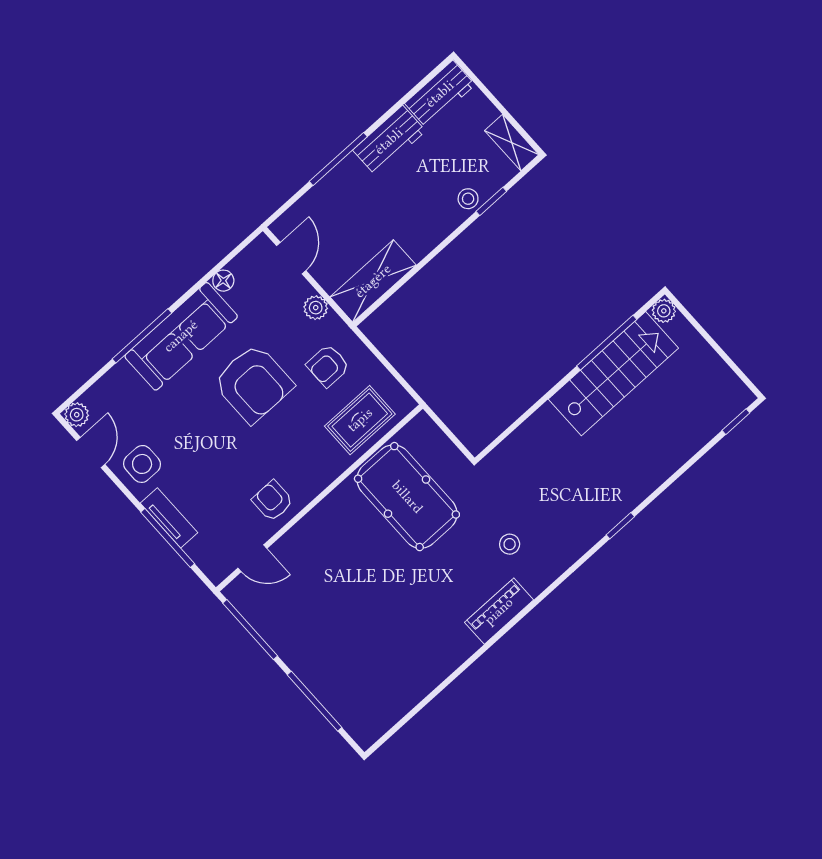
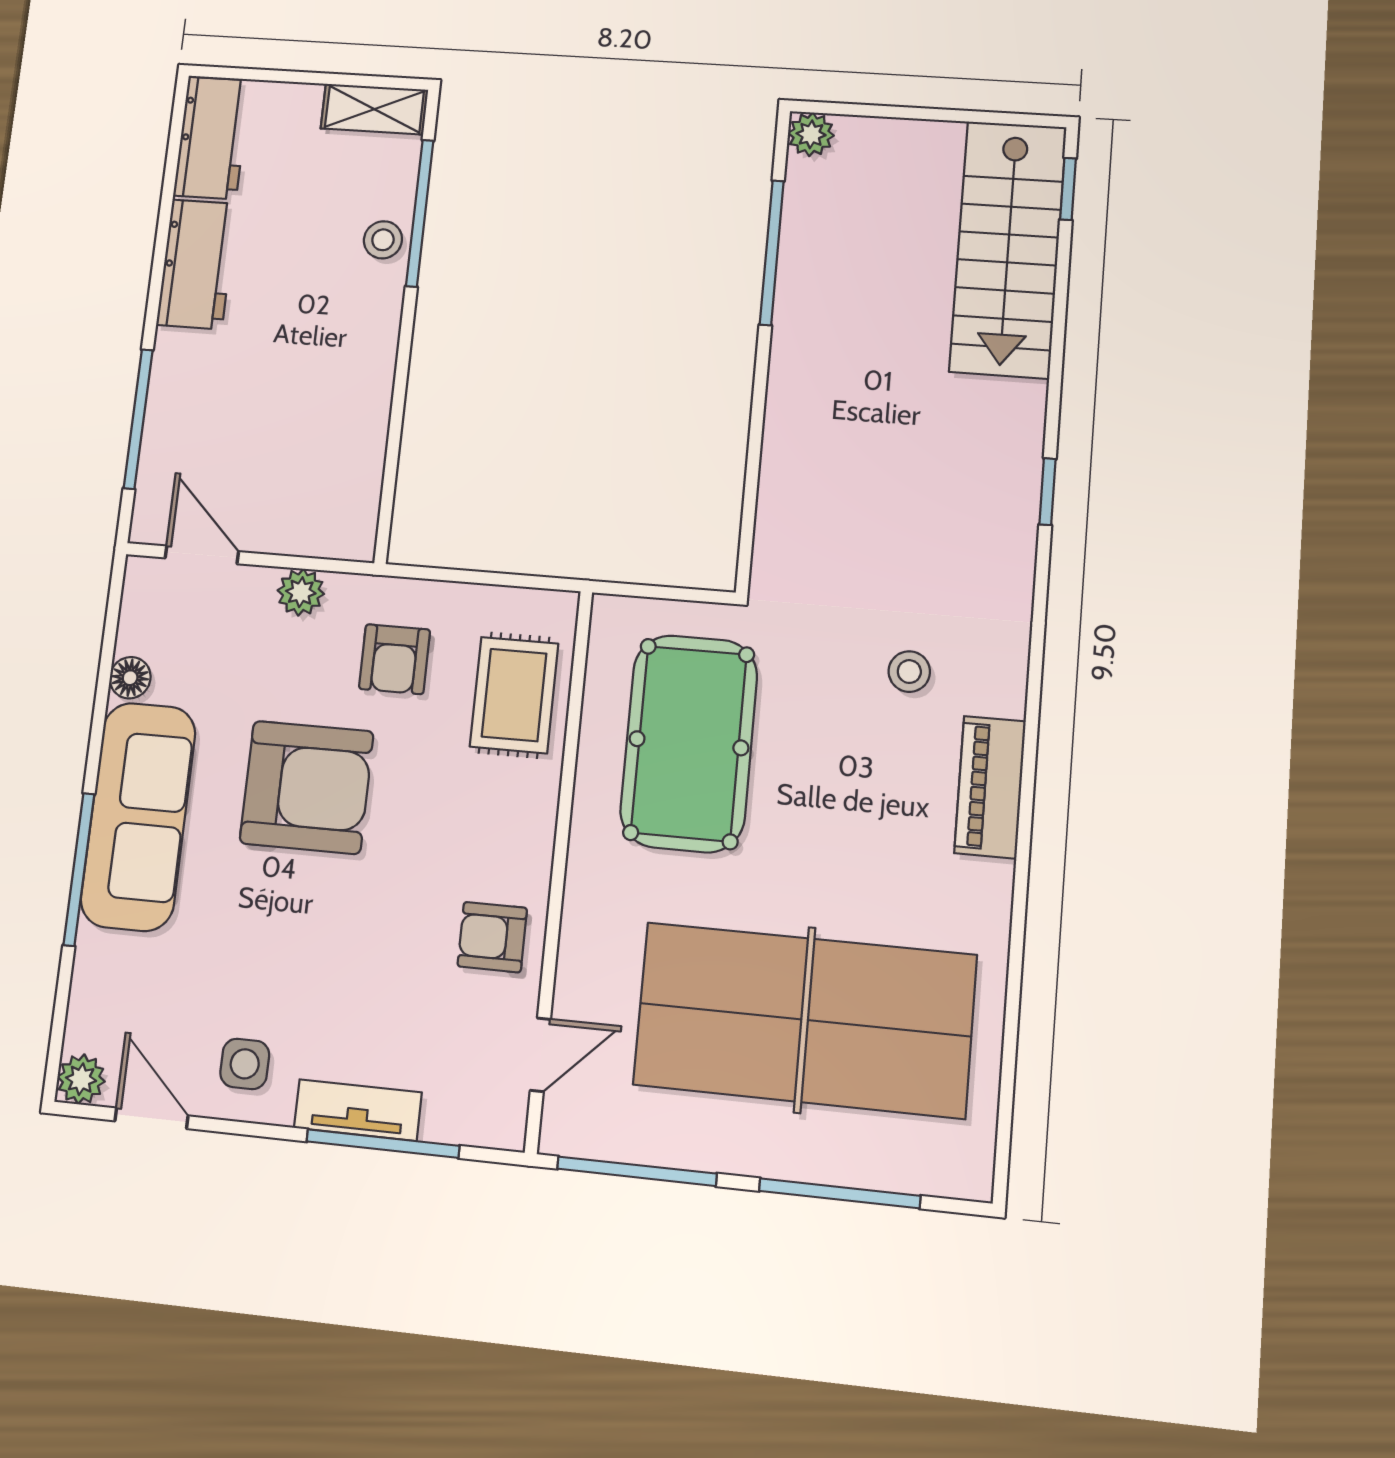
window: (338, 159) -> (138, 419), moved
window: (491, 201) -> (420, 213), width x2.17
shelving: (373, 281) -> (351, 478), removed
stairs: (613, 374) -> (1008, 249), moved, turned 180
side table: (142, 464) -> (245, 1064), width x0.73, depth x0.73
pool table: (407, 497) -> (689, 743), turned 90
table tennis table: (358, 631) -> (805, 1020), added

